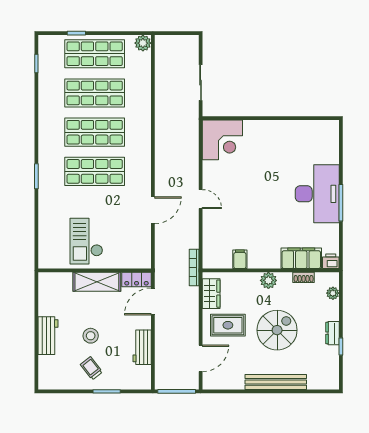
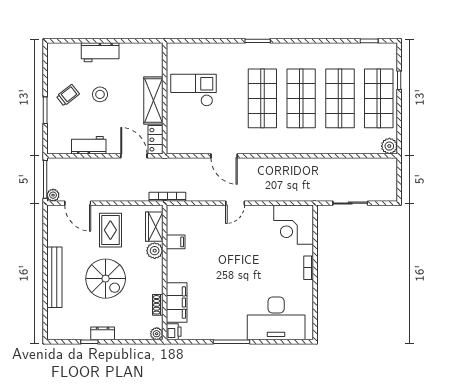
bookcase: (266, 125) -> (309, 268), added
desk: (317, 194) -> (276, 318), moved
plant: (268, 280) -> (155, 251), moved
plant: (333, 293) -> (157, 334), moved
wardrobe: (211, 294) -> (154, 227), moved, turned 90
plant: (193, 383) -> (53, 195), added

